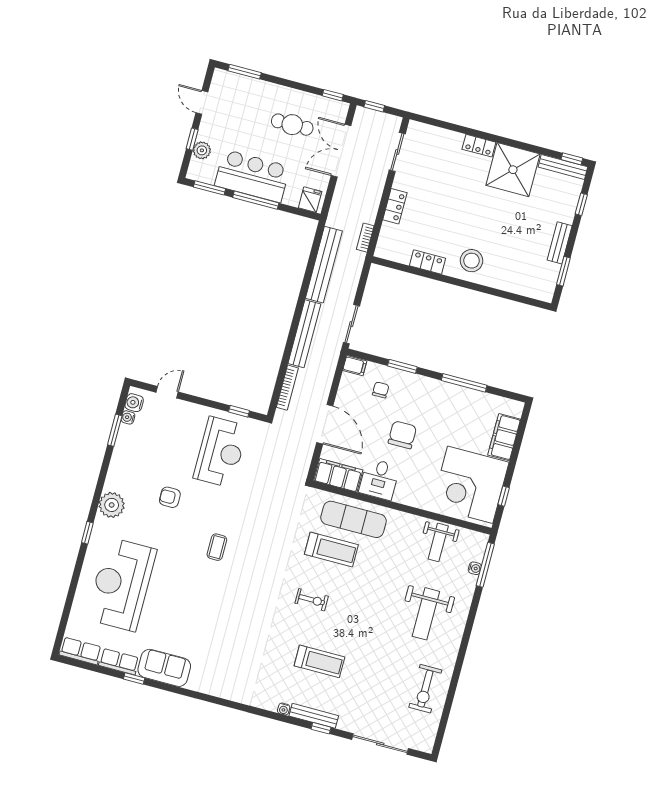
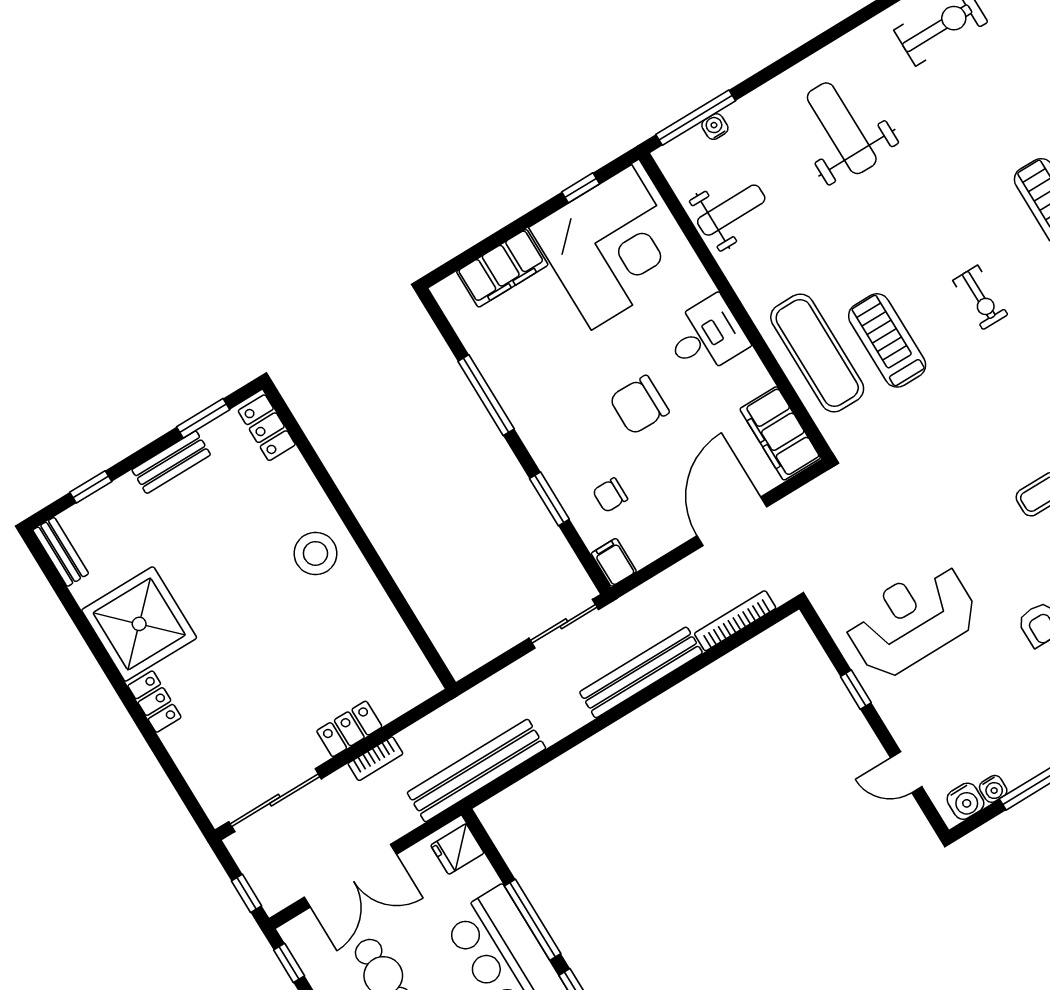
sliding door: (397, 152) -> (275, 800), width x1.37
window: (572, 159) -> (44, 561), removed
bench: (563, 167) -> (61, 552), width x0.73
bookcase: (365, 238) -> (375, 759), moved
locker: (428, 262) -> (267, 428), moved
bench: (324, 265) -> (476, 771), moved
window: (239, 411) -> (856, 690), moved
desk: (379, 479) -> (706, 336), moved
exercise bike: (312, 600) -> (980, 297), turned 180
weight bench: (426, 614) -> (842, 128), turned -90

